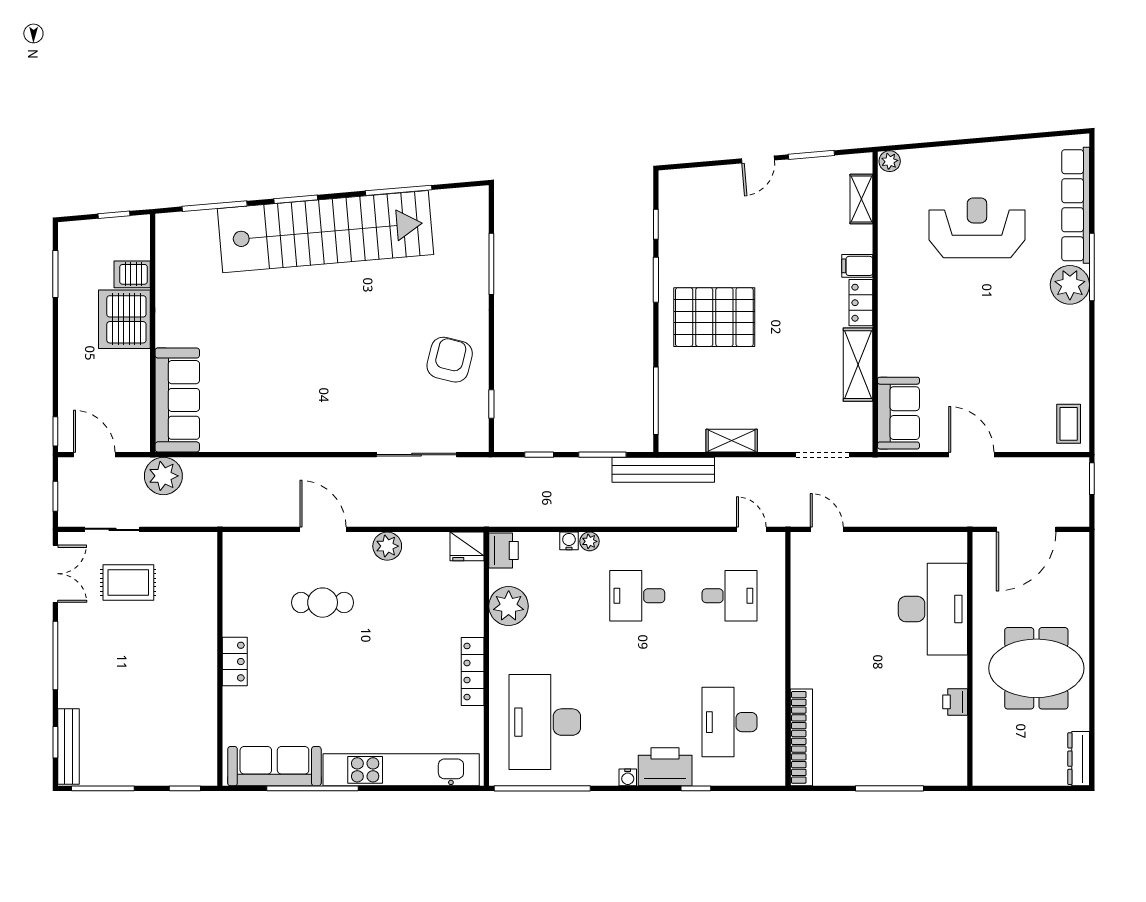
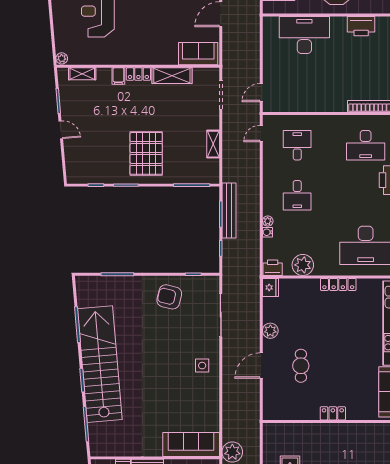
side table: (323, 420) -> (202, 366), added
bench: (663, 470) -> (229, 211), moved
printer: (955, 702) -> (361, 26), width x1.87, depth x1.48

